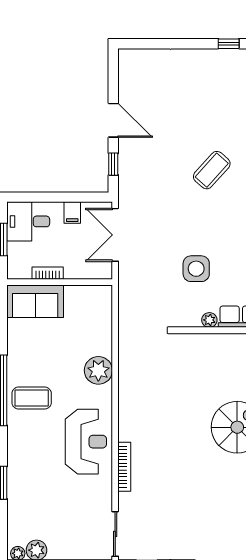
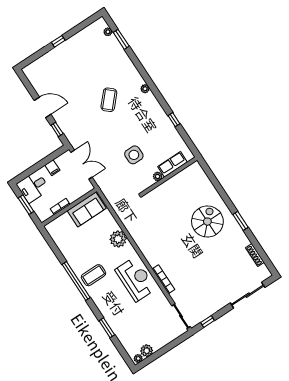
window: (229, 44) -> (58, 41), moved
double door: (115, 235) -> (82, 165), swing flipped
sofa: (35, 301) -> (87, 209), moved

